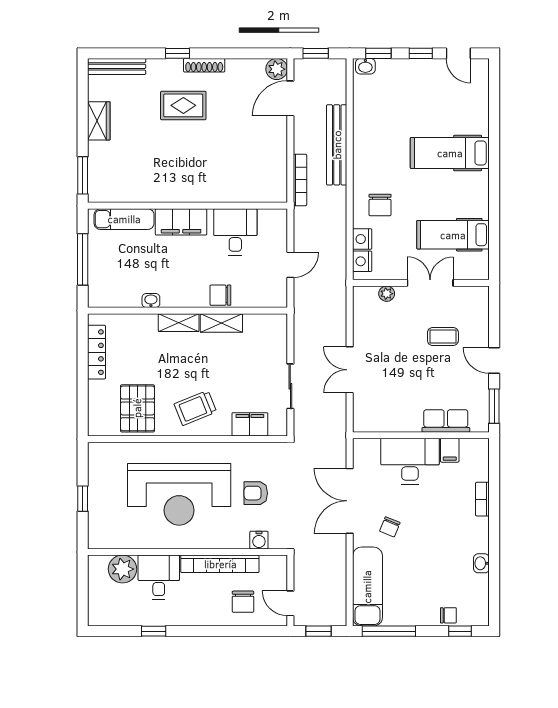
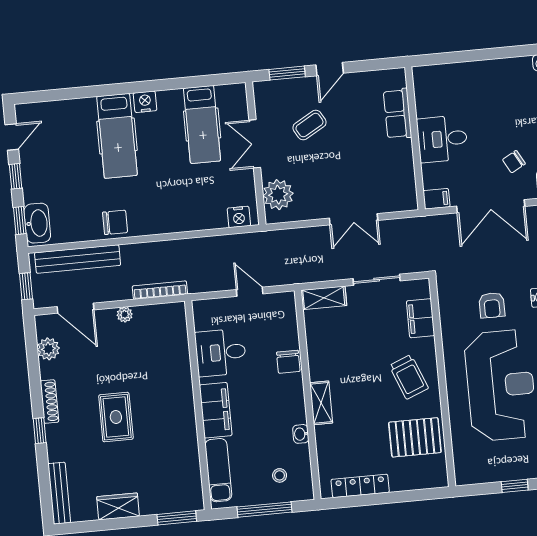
washbasin: (365, 66) -> (37, 223), width x1.91, depth x1.45
plant: (277, 69) -> (48, 349), moved
rug: (183, 105) -> (116, 417), moved
plant: (280, 144) -> (125, 315), added
bench: (337, 145) -> (78, 259), moved
chair: (380, 205) -> (115, 222), moved
nightstand: (362, 239) -> (145, 102), moved, turned 180
stool: (114, 277) -> (280, 475), added
plant: (387, 294) -> (278, 195), width x1.88, depth x1.88
shelving: (221, 323) -> (324, 298), moved, turned 90
coffee table: (443, 336) -> (309, 125), turned 60
window: (494, 406) -> (287, 73), moved
filing cabinet: (450, 450) -> (437, 199), moved
desk: (410, 461) -> (442, 139), width x0.73
bookcase: (482, 499) -> (476, 68), removed
chair: (390, 527) -> (514, 162), turned 129

